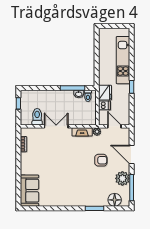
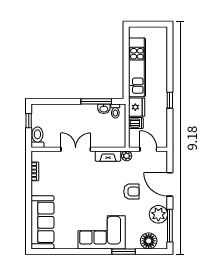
kitchen unit: (123, 60) -> (137, 67), moved, turned 180
toilet: (37, 117) -> (37, 137), moved
sofa: (30, 191) -> (42, 222), width x1.36
corner sofa: (77, 193) -> (102, 232), added

